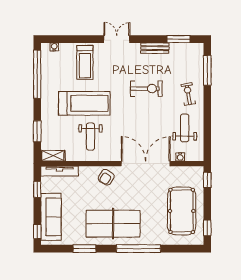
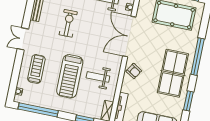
treadmill: (85, 62) -> (36, 69), turned -90
treadmill: (84, 103) -> (70, 76), turned 180
weight bench: (90, 137) -> (98, 77), turned 180

